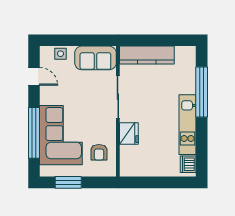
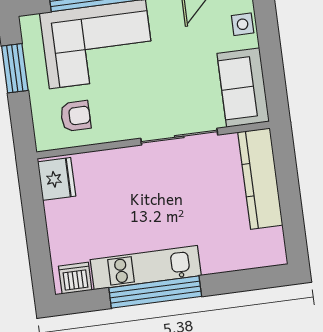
window: (202, 92) -> (155, 292), moved
fridge: (129, 133) -> (57, 179), moved, turned -90
armchair: (99, 152) -> (76, 116), turned 180

